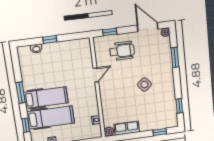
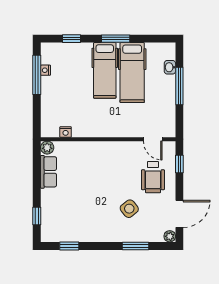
window: (50, 39) -> (179, 86), width x2.17
door: (96, 75) -> (153, 139), moved
side table: (144, 84) -> (129, 209), moved
hospital bed: (51, 117) -> (132, 73), moved

